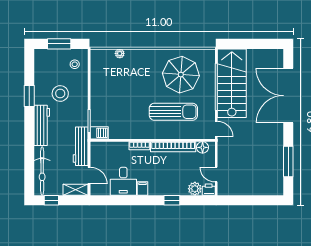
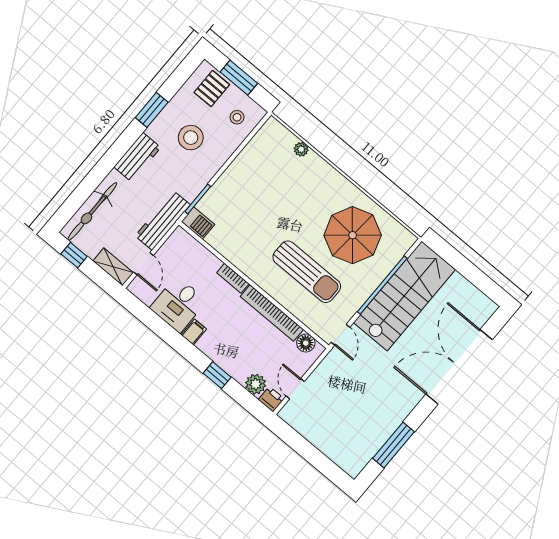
pallet: (50, 60) -> (212, 88), added
workbench: (42, 125) -> (137, 157), width x0.73

